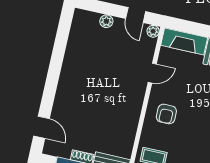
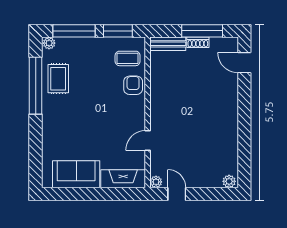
plant: (106, 21) -> (229, 181), moved
armchair: (166, 114) -> (133, 85), moved

